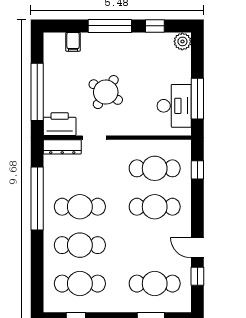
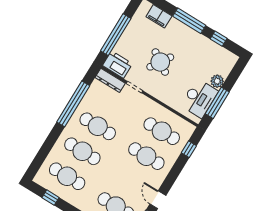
plant: (182, 41) -> (217, 81), moved
filing cabinet: (73, 42) -> (159, 16), width x2.00

